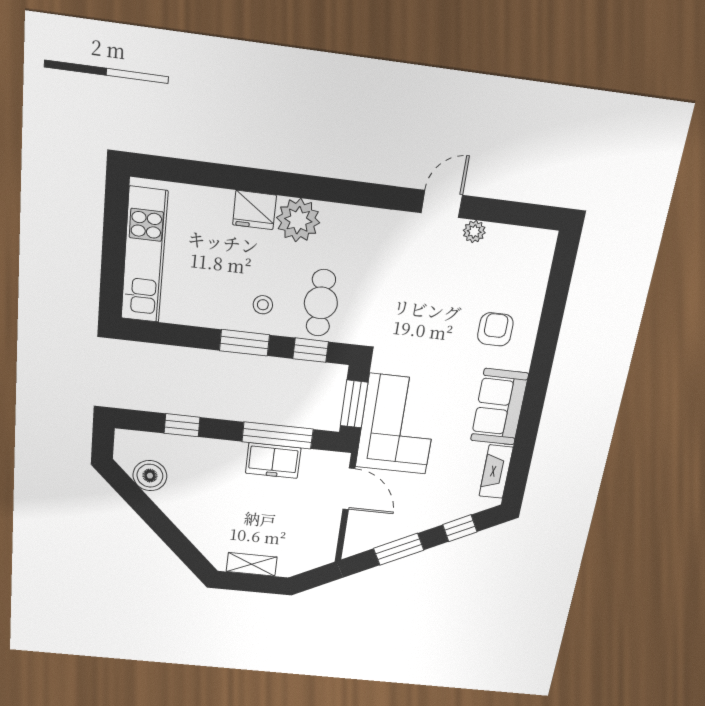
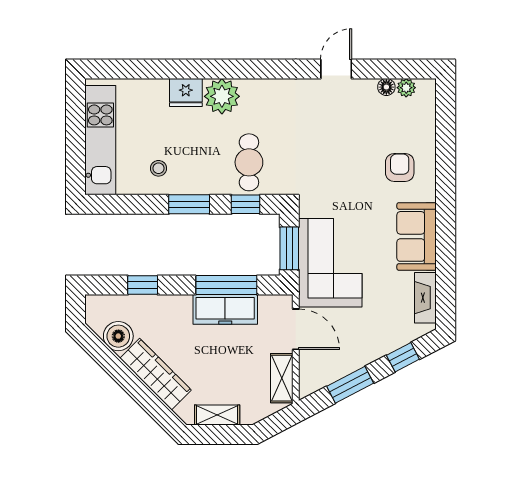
plant: (474, 232) -> (406, 88), moved
floor lamp: (498, 234) -> (386, 87), added
stool: (263, 305) -> (158, 168), moved
freezer: (273, 461) -> (225, 309), width x1.40
wardrobe: (188, 518) -> (156, 374), added
shelving: (326, 536) -> (282, 378), added

